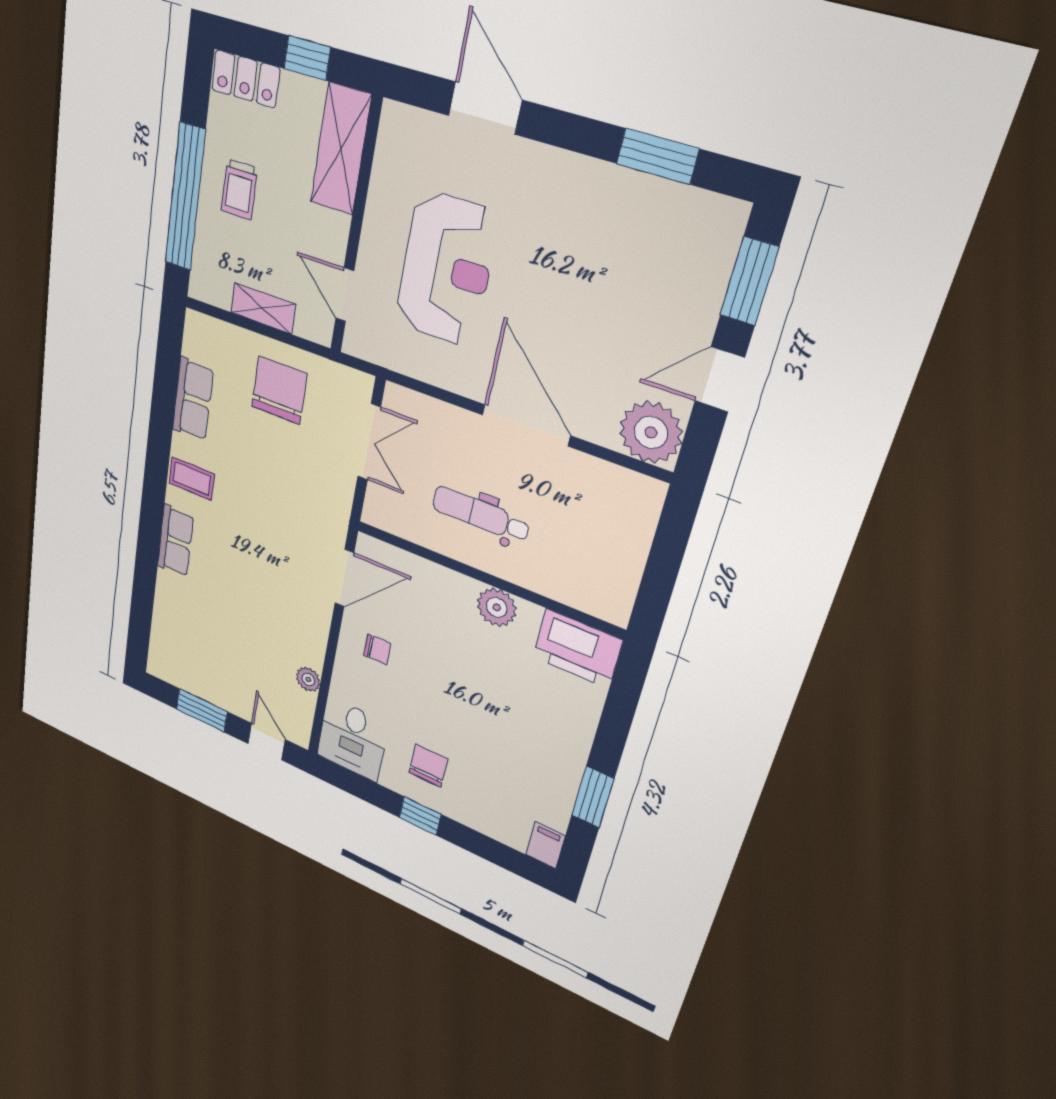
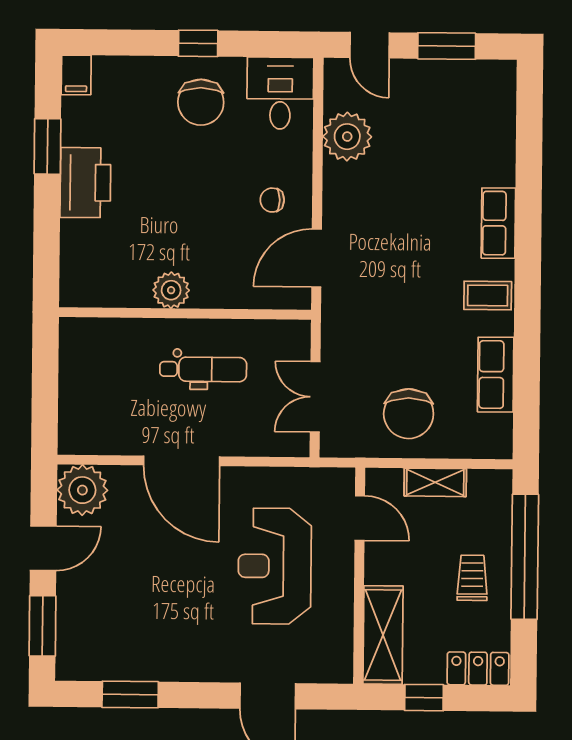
printer: (578, 649) -> (85, 183), moved, turned 90
plant: (308, 679) -> (347, 137), width x1.87, depth x1.87
chair: (428, 766) -> (201, 102), width x1.37, depth x1.37

